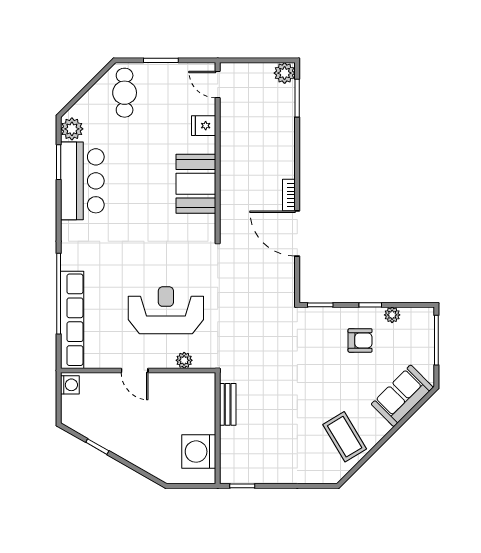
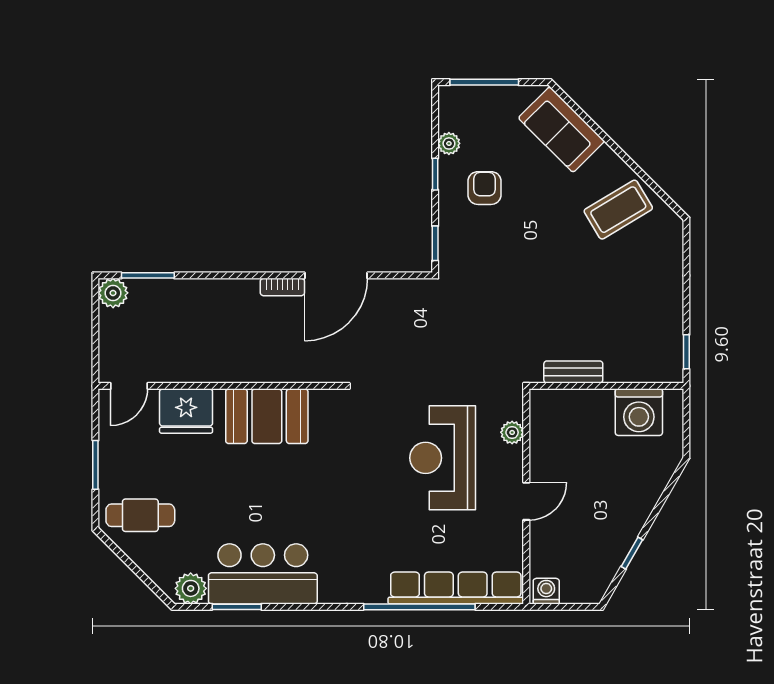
fridge: (204, 126) -> (186, 411), width x1.88, depth x1.34

